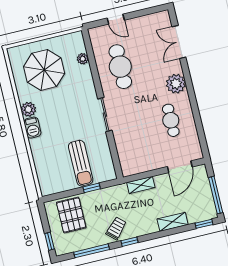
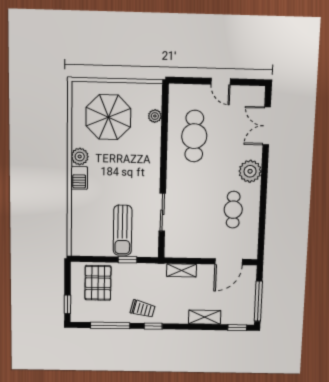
door: (116, 19) -> (221, 81), moved
sliding door: (105, 115) -> (162, 212), moved
trolley: (116, 228) -> (143, 309), turned 61

